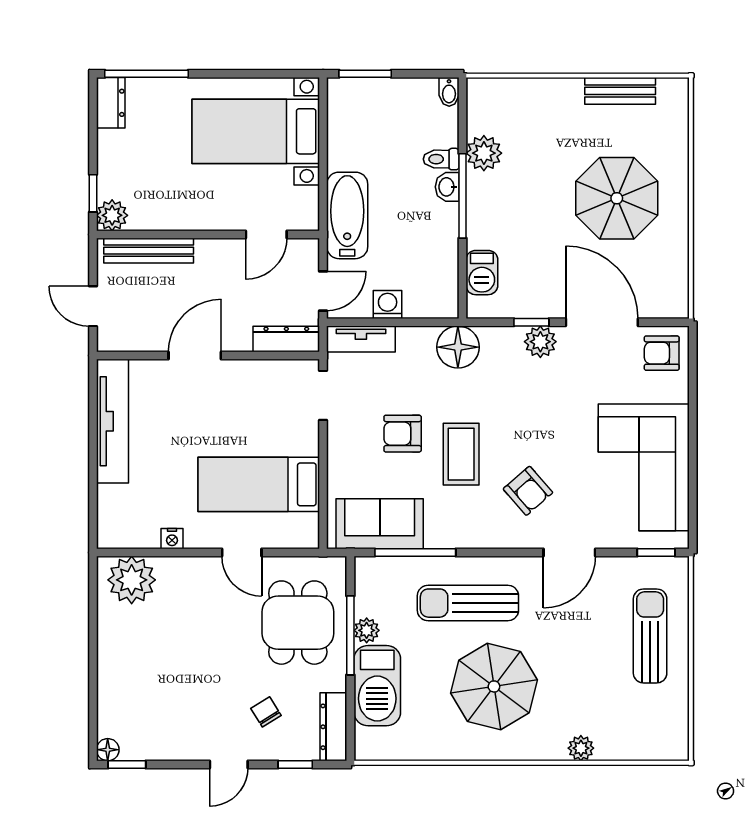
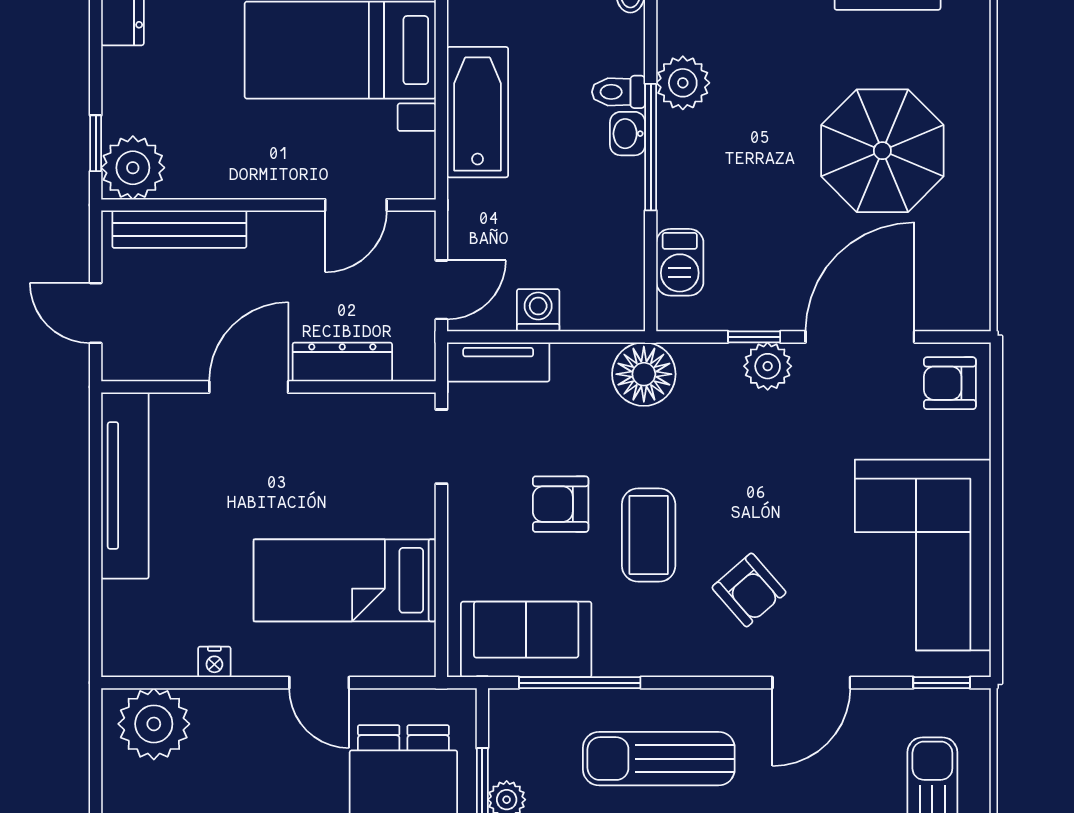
plant: (112, 215) -> (133, 168), width x1.36, depth x1.36
bathtub: (347, 215) -> (478, 112), moved
door: (602, 322) -> (860, 337), hinge flipped
dresser: (286, 339) -> (342, 362), moved

